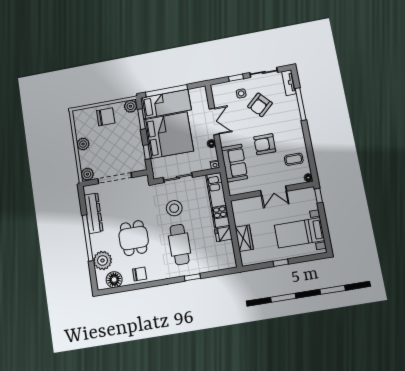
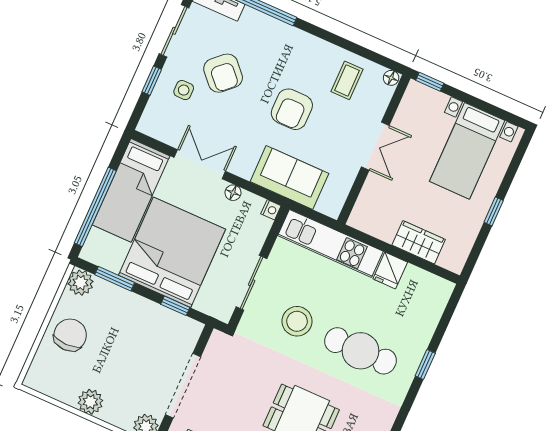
bed: (166, 104) -> (131, 190), moved, turned 180

